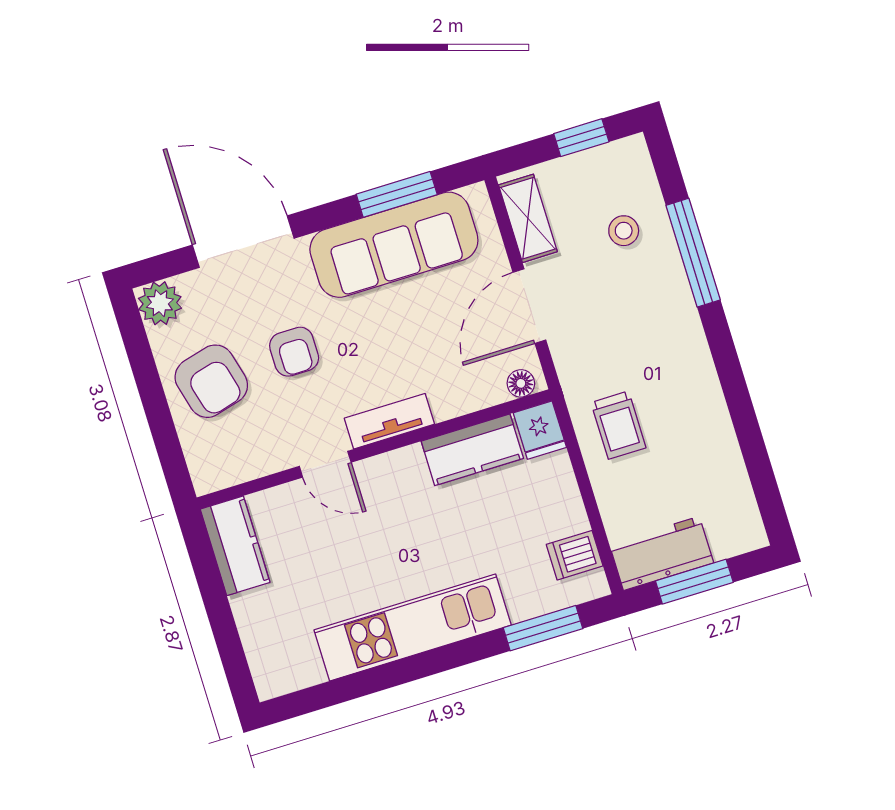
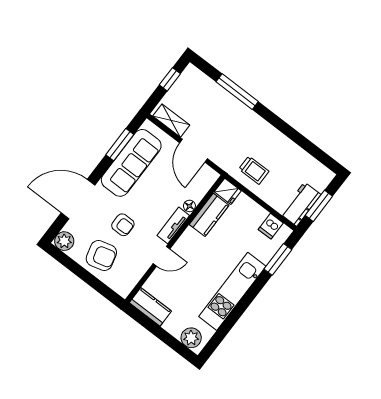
stool: (624, 231) -> (208, 101), removed
floor lamp: (521, 383) -> (189, 206), moved
plant: (271, 660) -> (191, 338), added

